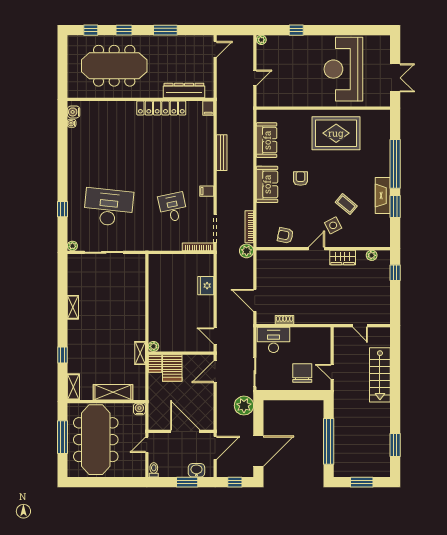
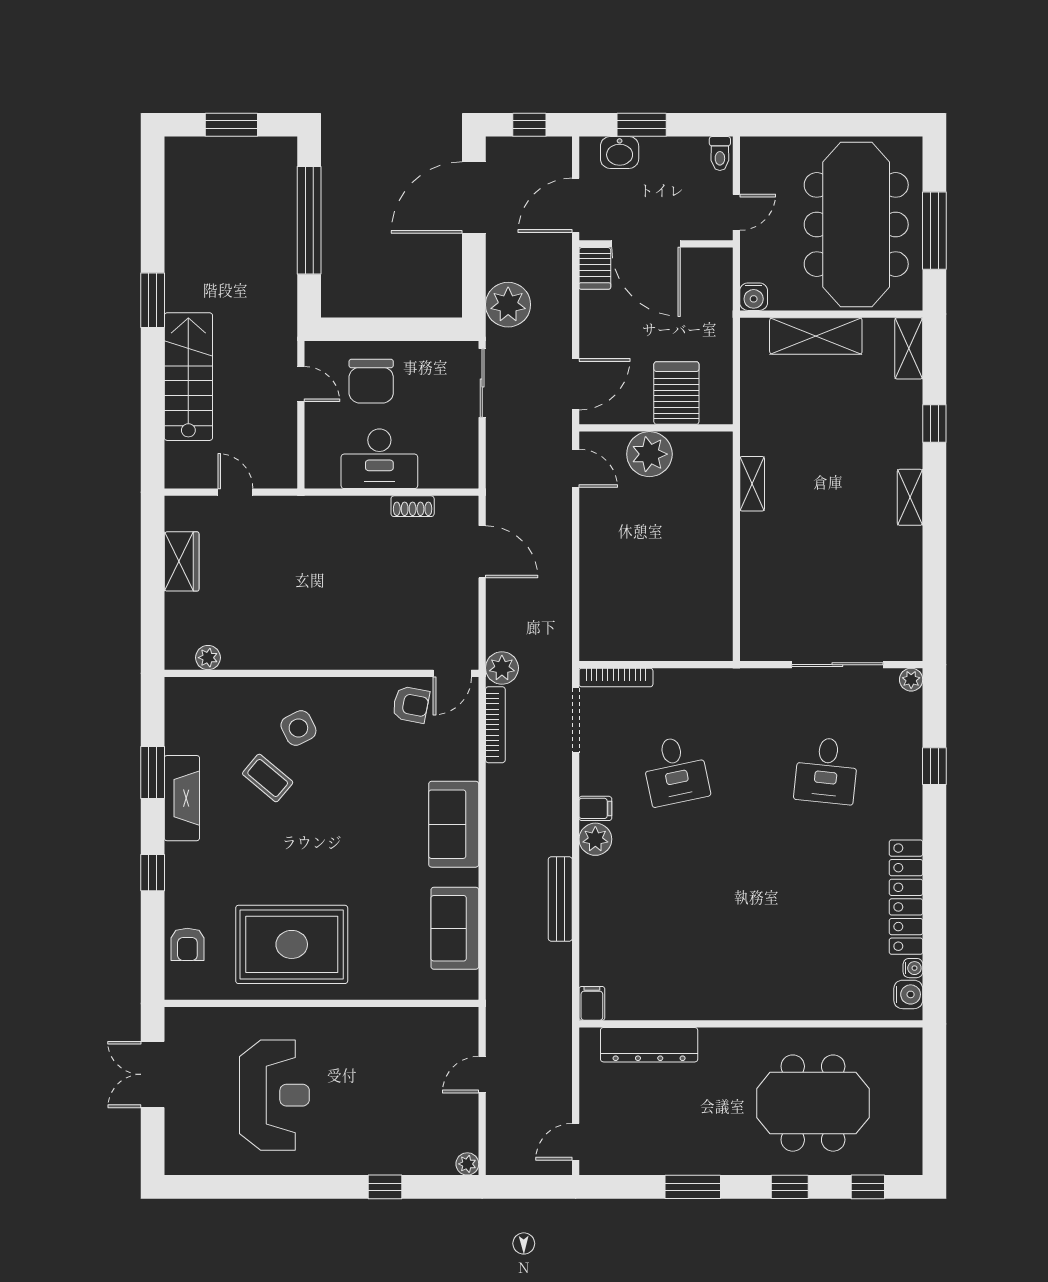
meeting table: (114, 66) -> (813, 1103), width x0.73
reception desk: (343, 69) -> (274, 1095), width x0.74, depth x0.77
locker: (161, 108) -> (906, 897), moved, turned -90
window: (395, 164) -> (153, 873), width x0.32
plant: (207, 178) -> (595, 839), added
armchair: (300, 179) -> (187, 944), moved
desk: (108, 207) -> (826, 770), width x0.53, depth x0.77
door: (316, 249) -> (452, 673), moved
wardrobe: (343, 257) -> (182, 561), moved, turned 90
window: (395, 273) -> (153, 617), removed
fridge: (206, 286) -> (598, 586), removed
shelving: (73, 307) -> (910, 497), moved
desk: (274, 340) -> (379, 459), moved
plant: (153, 346) -> (649, 454), moved, width x1.88, depth x1.88
shelving: (140, 353) -> (752, 484), moved
server rack: (155, 363) -> (595, 268), moved, turned 180
window: (395, 445) -> (153, 300), moved

